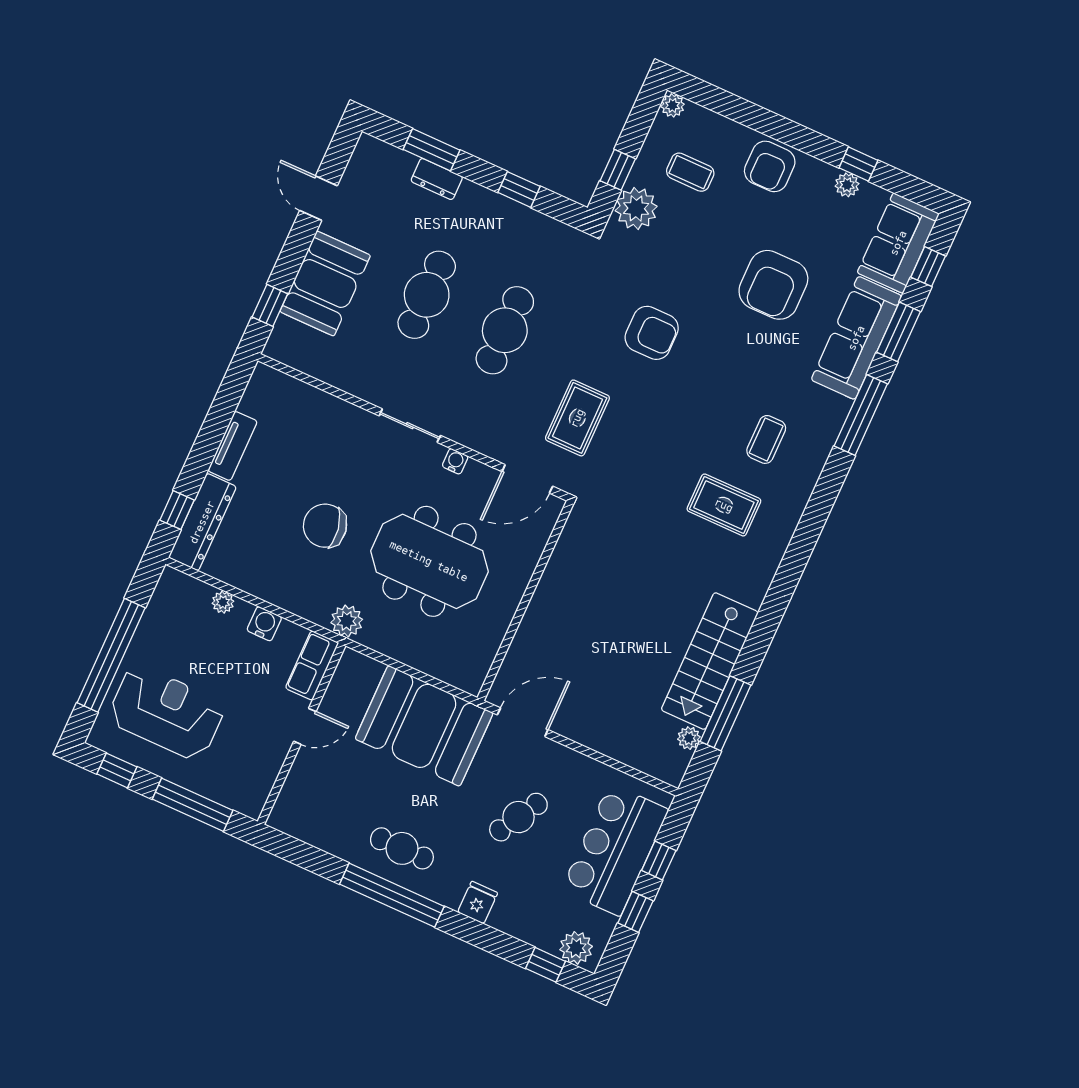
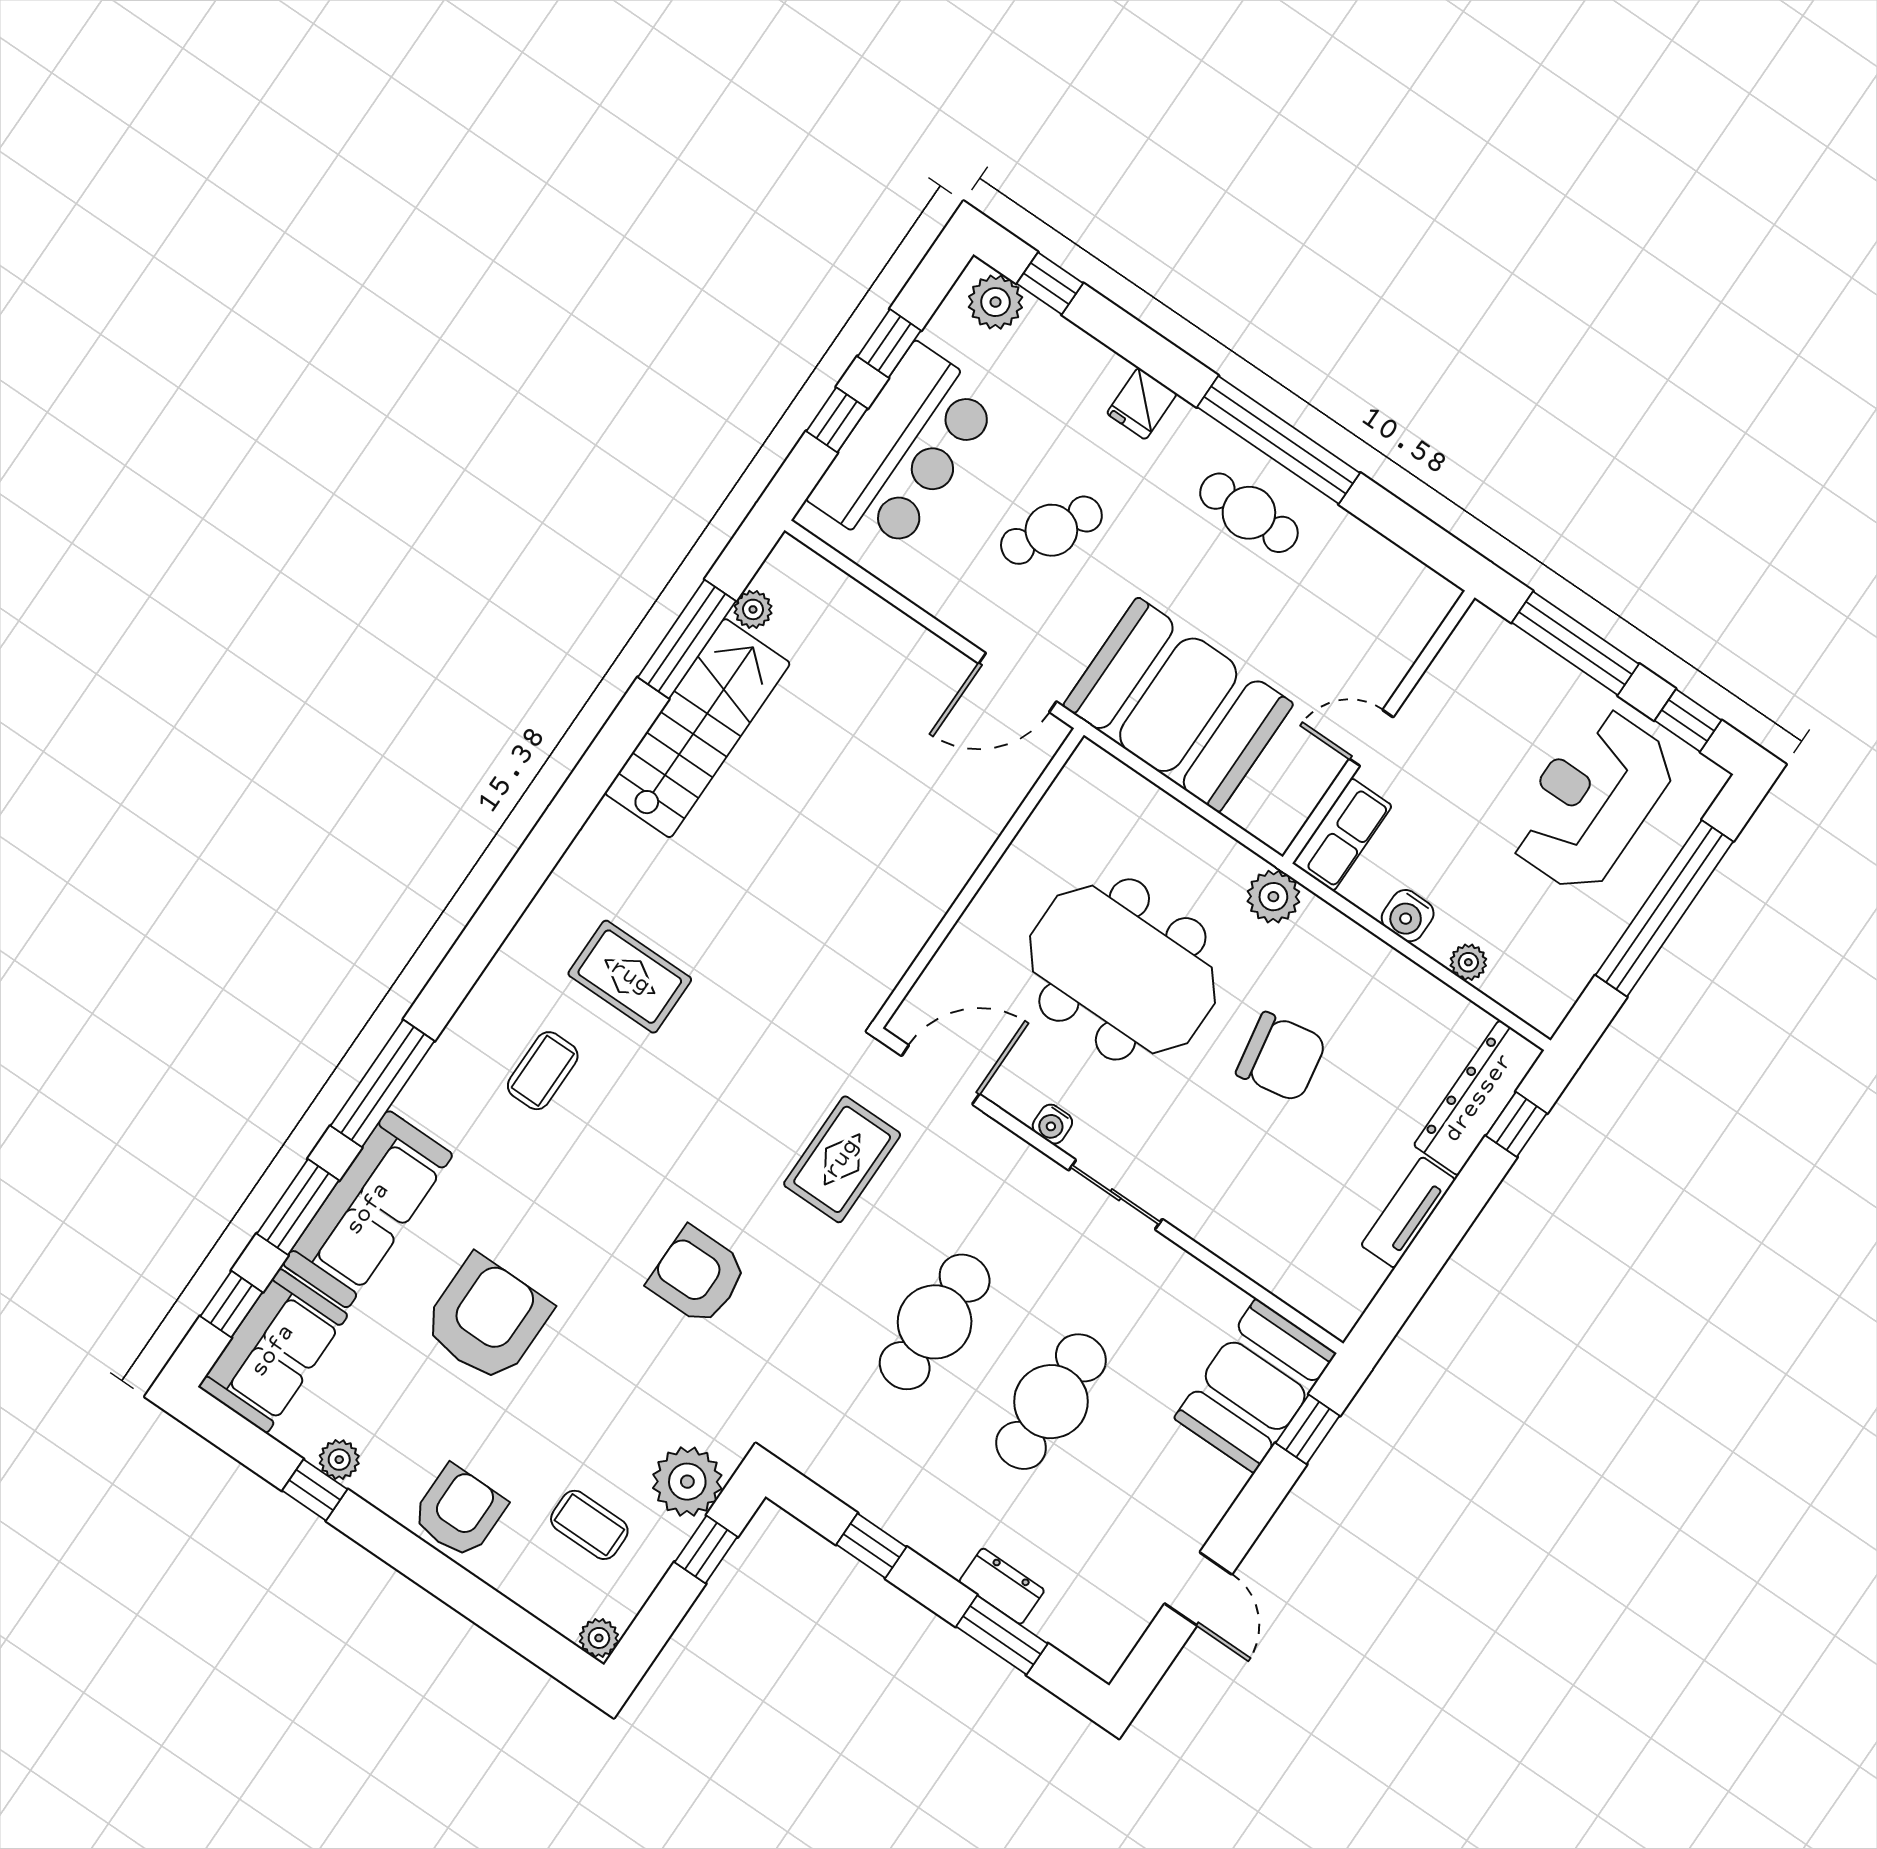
booth: (325, 284) -> (1255, 1386), moved
reception desk: (166, 712) -> (1591, 800), turned 90

